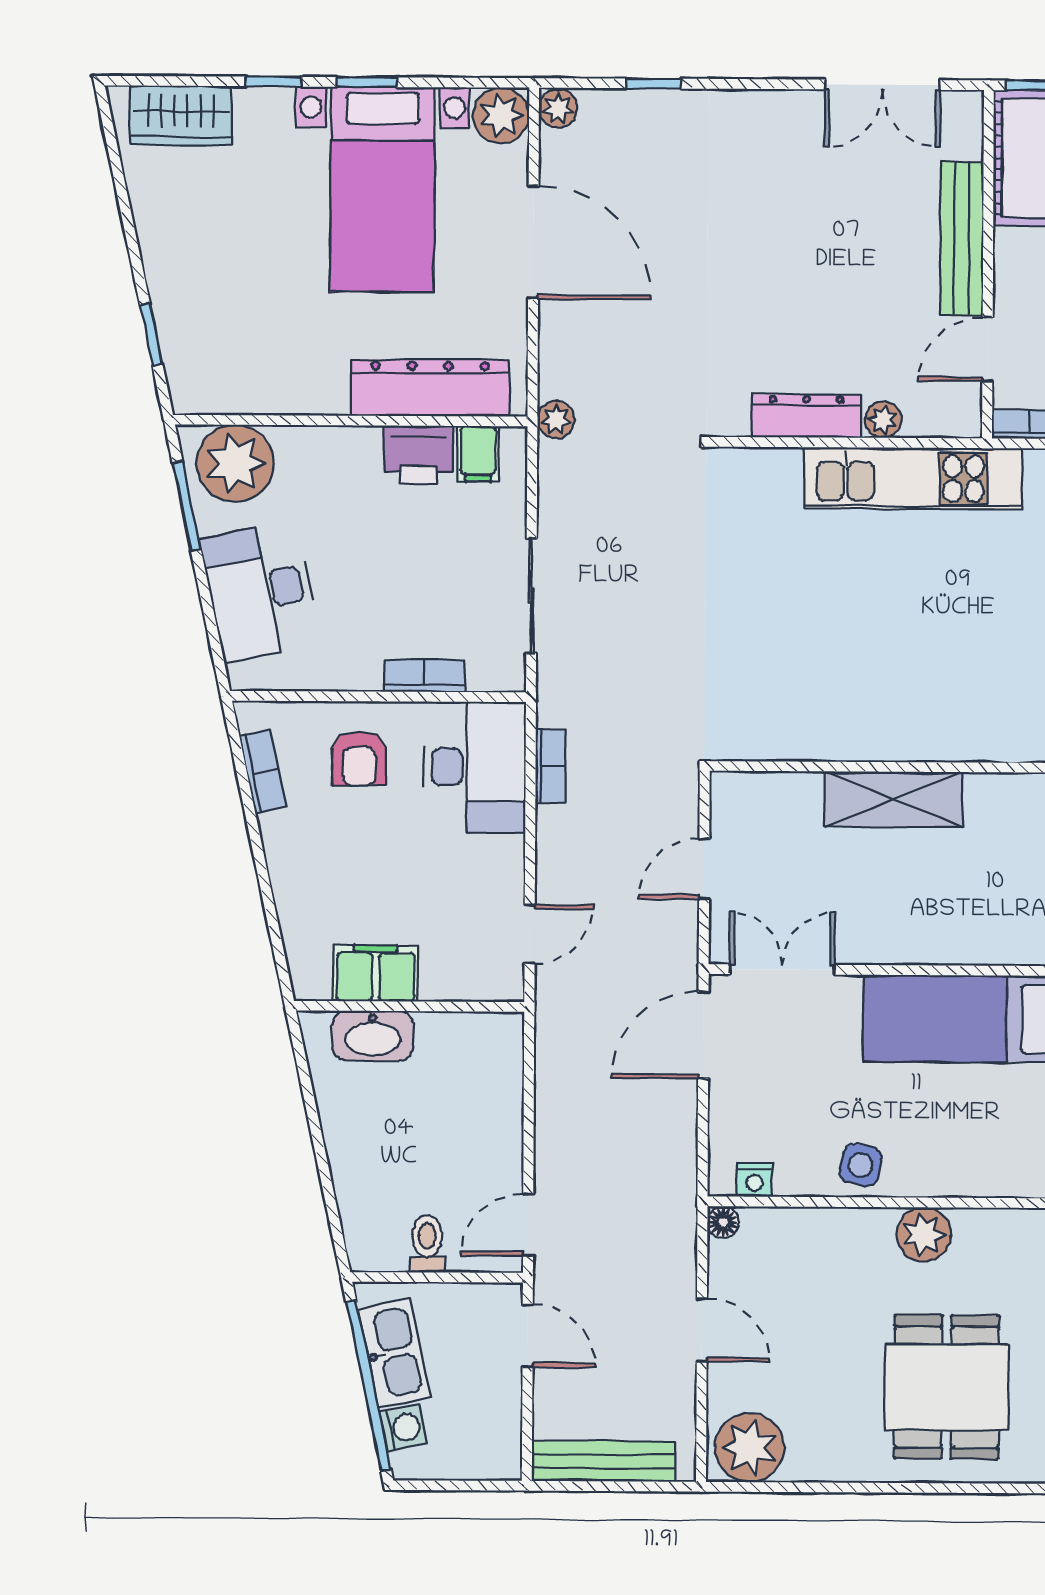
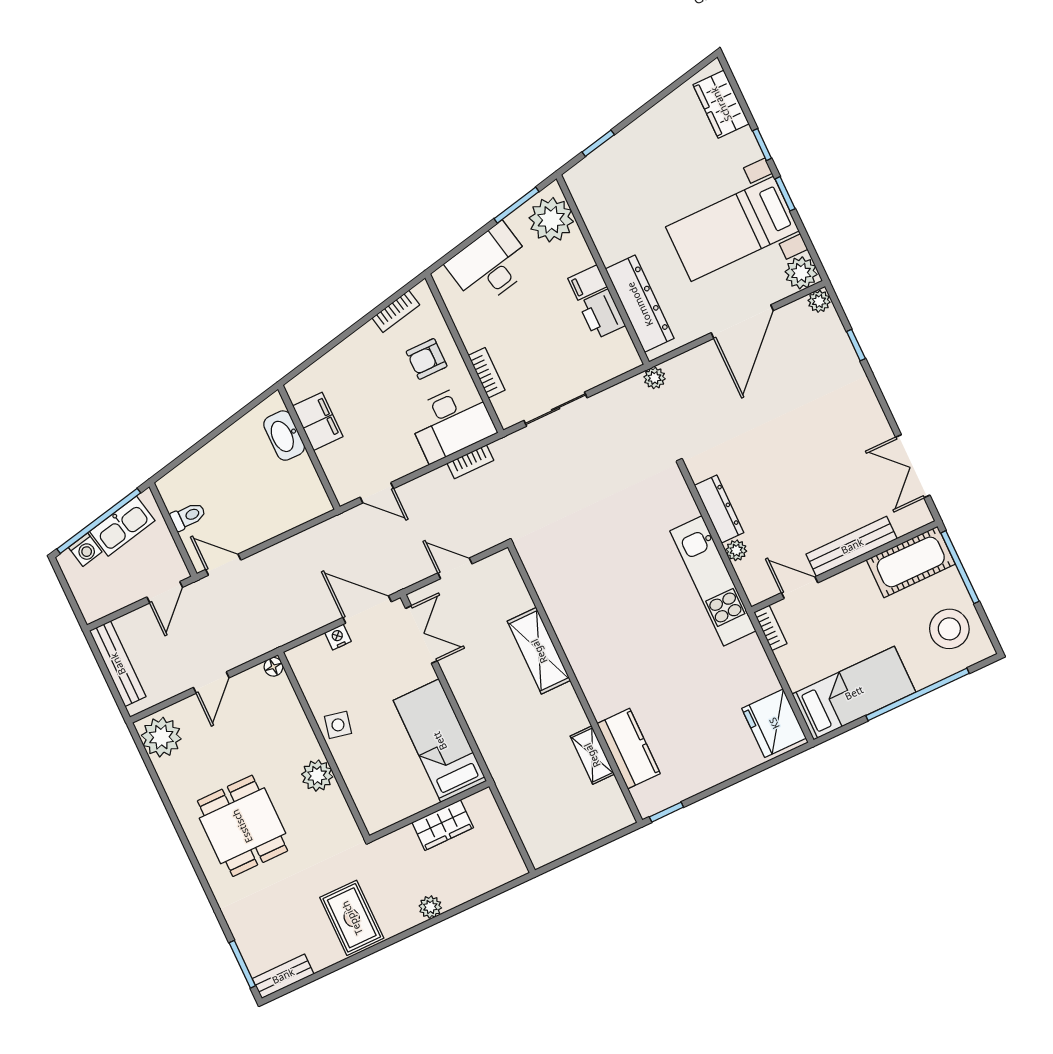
filing cabinet: (478, 454) -> (587, 283), moved
nightstand: (754, 1180) -> (338, 637), moved, turned 90
dining table: (947, 1387) -> (242, 826), turned 90

